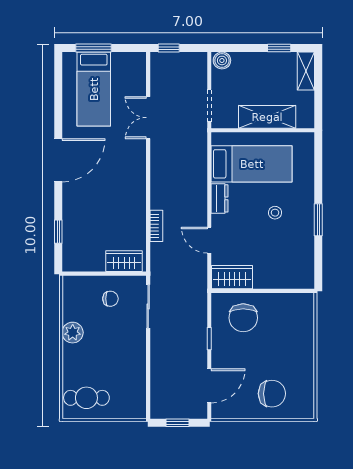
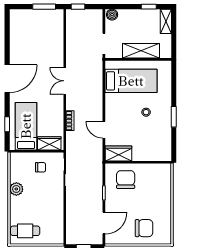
window: (93, 48) -> (44, 7), moved
bed: (94, 89) -> (26, 126), moved, turned 180
double door: (148, 118) -> (65, 81), moved
dresser: (220, 198) -> (111, 103), removed
chair: (243, 318) -> (126, 180), turned 180

